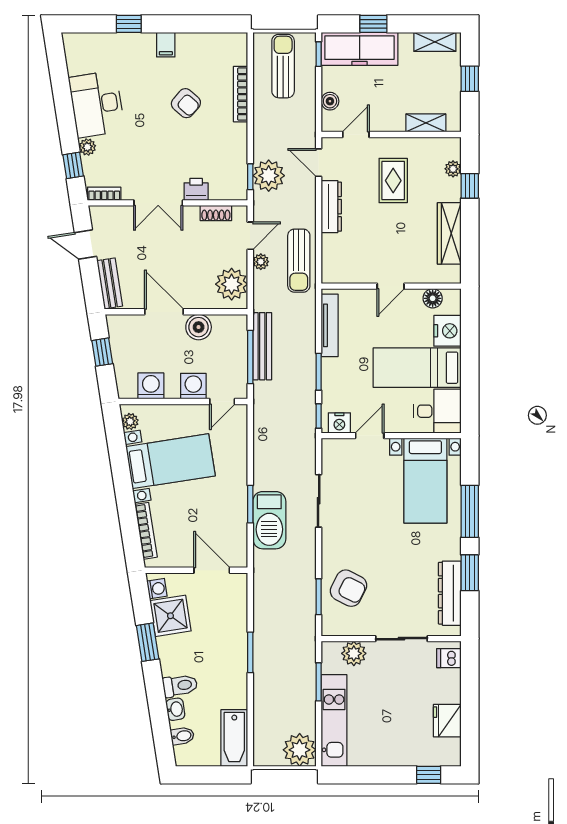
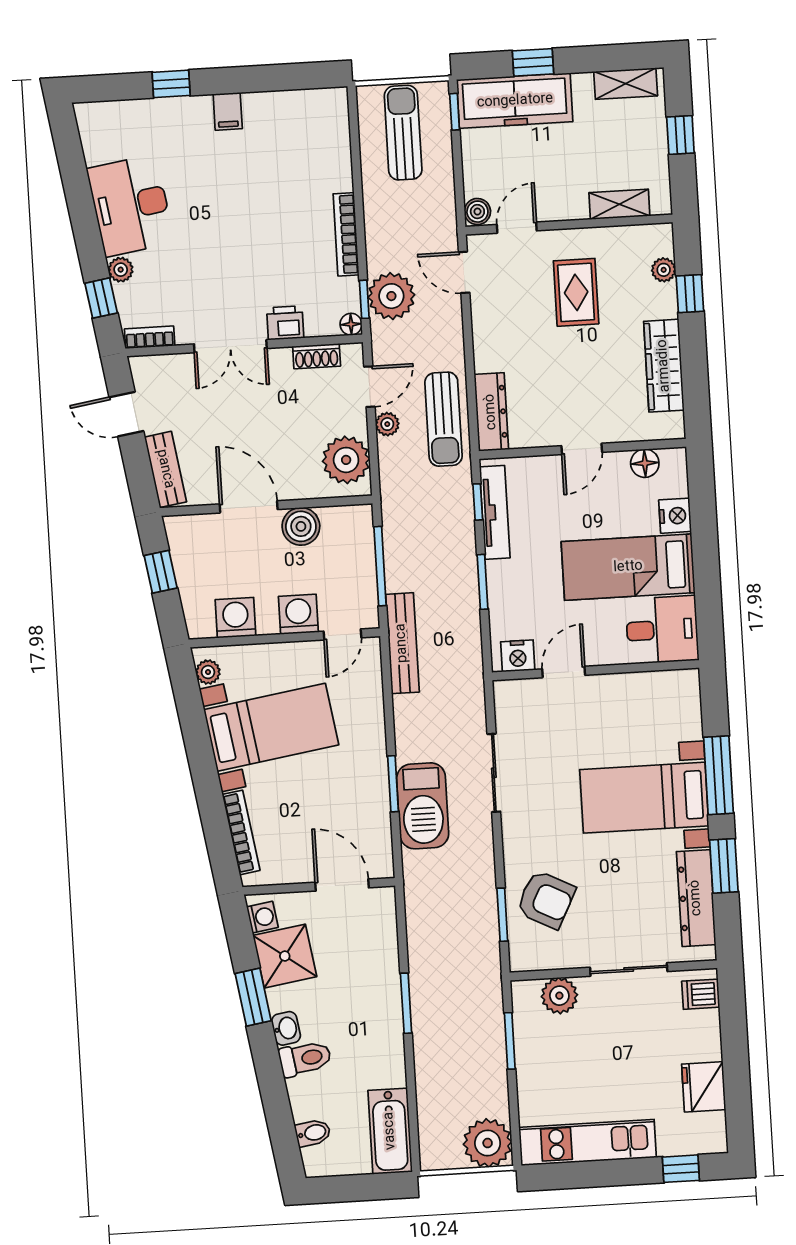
bookcase: (241, 94) -> (346, 234), moved
boiler: (330, 101) -> (477, 212), moved
armchair: (186, 103) -> (263, 196), removed
floor lamp: (240, 193) -> (351, 324), added
dresser: (331, 207) -> (491, 412), moved
nightstand: (448, 331) -> (675, 516), width x0.74, depth x0.75
bench: (262, 346) -> (402, 643), moved
window: (319, 416) -> (478, 502), moved
bed with nightstands: (425, 481) -> (644, 798), moved, turned 90
washbasin: (175, 709) -> (286, 1028), moved
kitchen unit: (334, 720) -> (588, 1142), moved, turned -90

